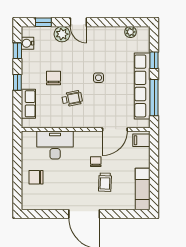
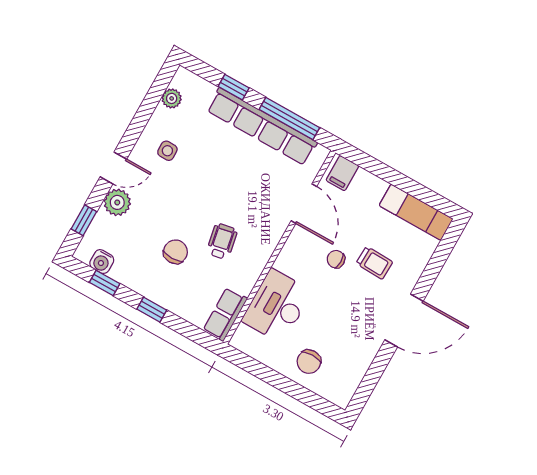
chair: (54, 78) -> (175, 252), turned 90
side table: (98, 78) -> (167, 151), moved
row of seats: (28, 104) -> (225, 314), moved, turned -90

